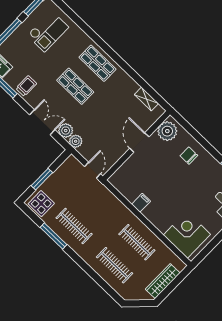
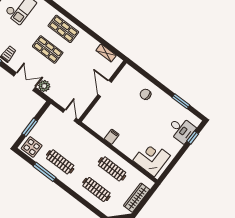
plant: (167, 131) -> (126, 77), removed
plant: (76, 141) -> (53, 94), removed

